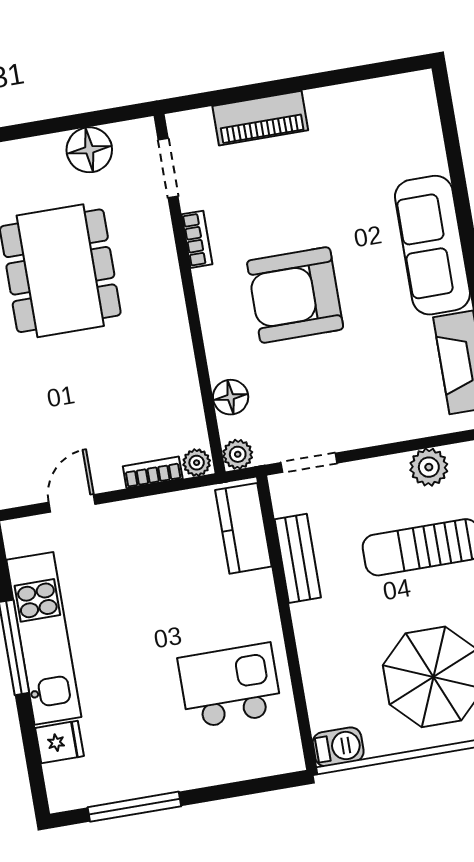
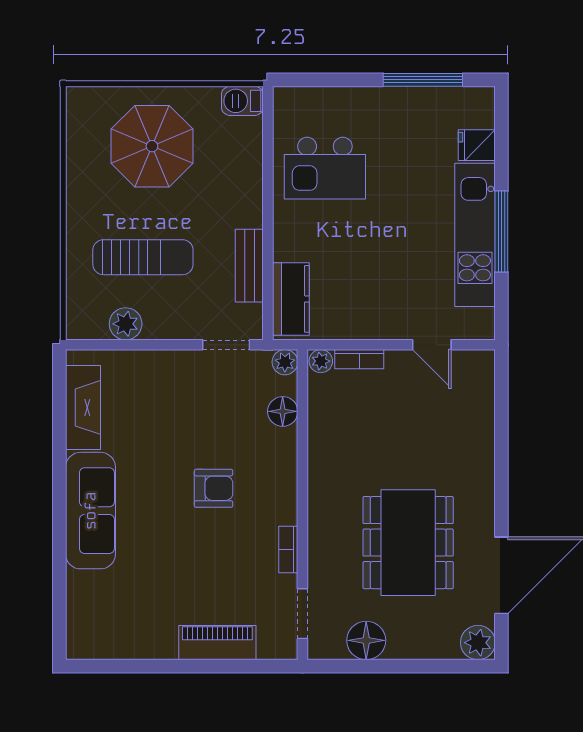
armchair: (295, 295) -> (214, 488), width x0.53, depth x0.53
door: (72, 503) -> (432, 345), hinge flipped

